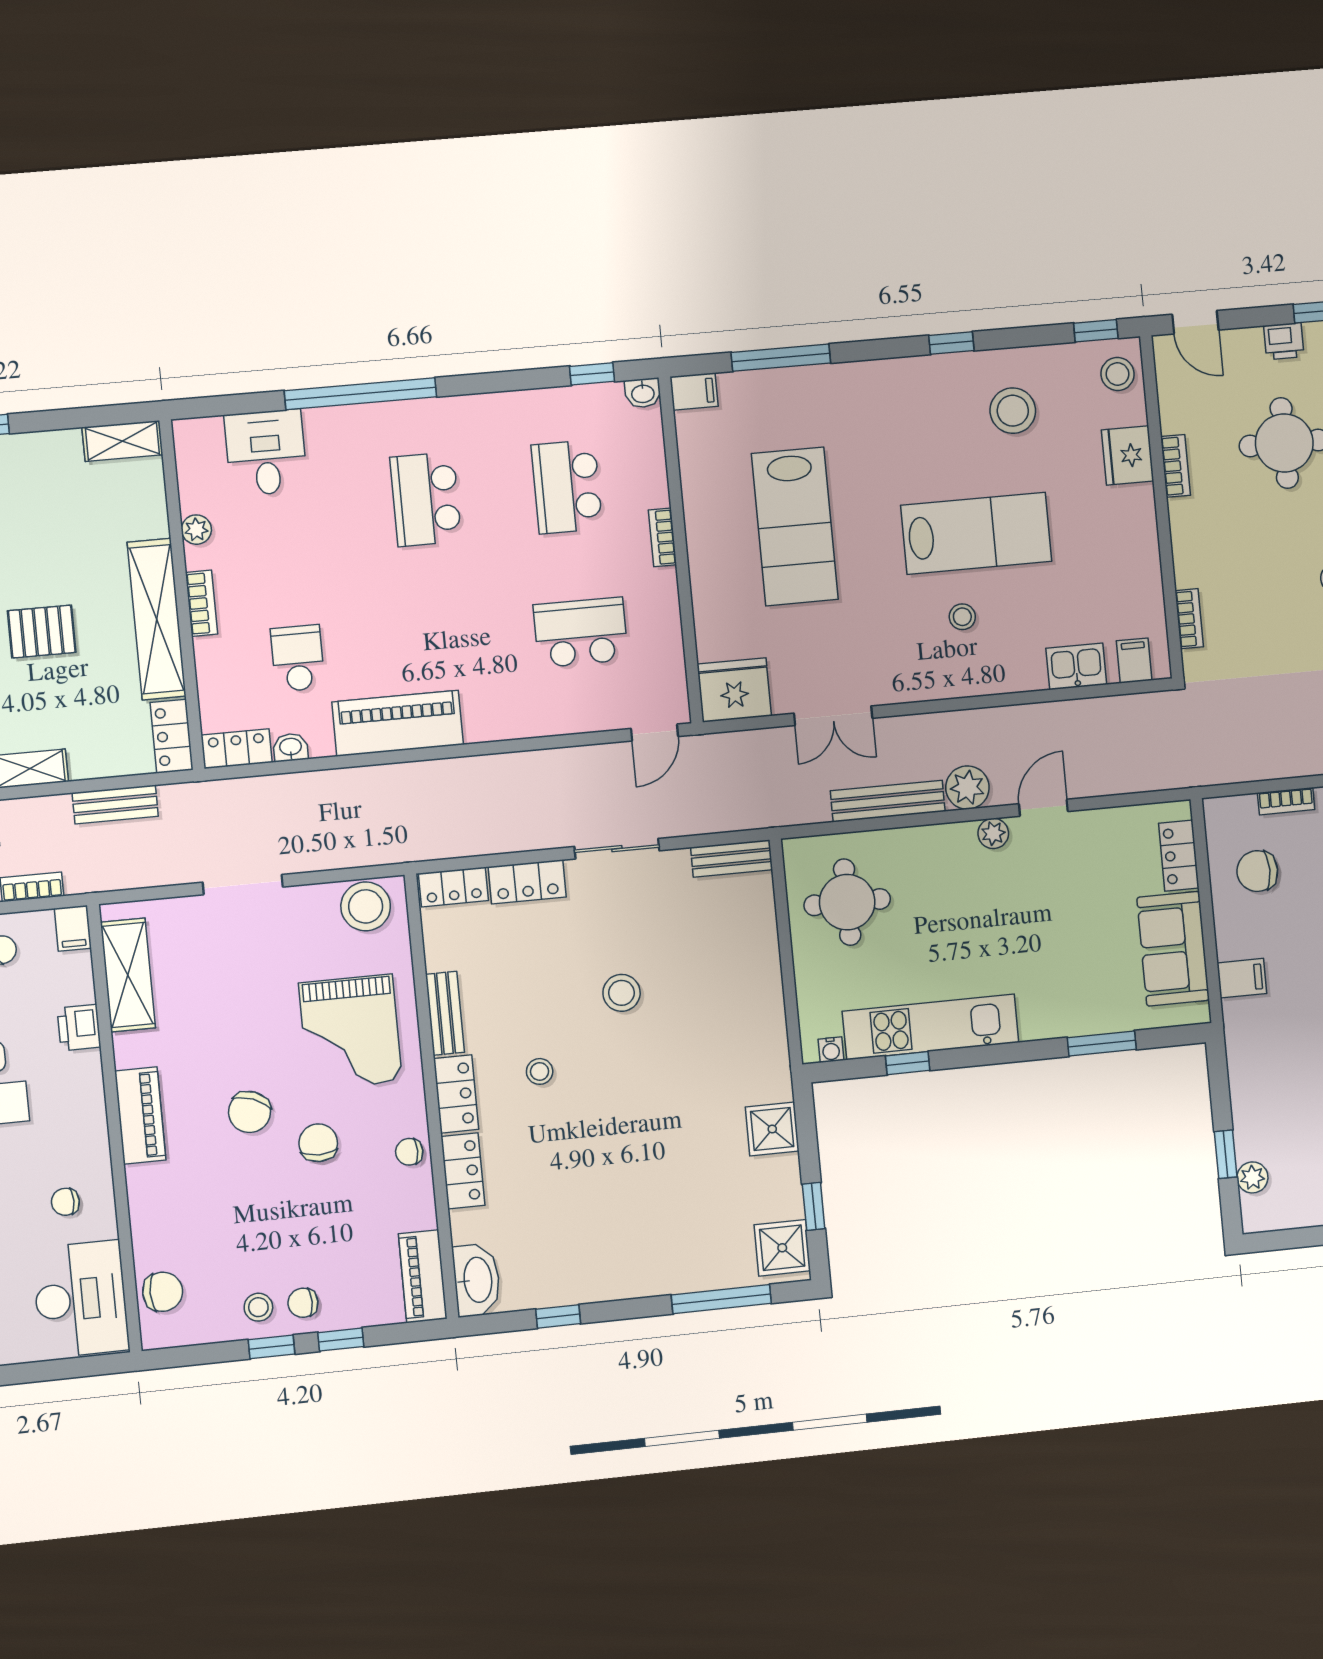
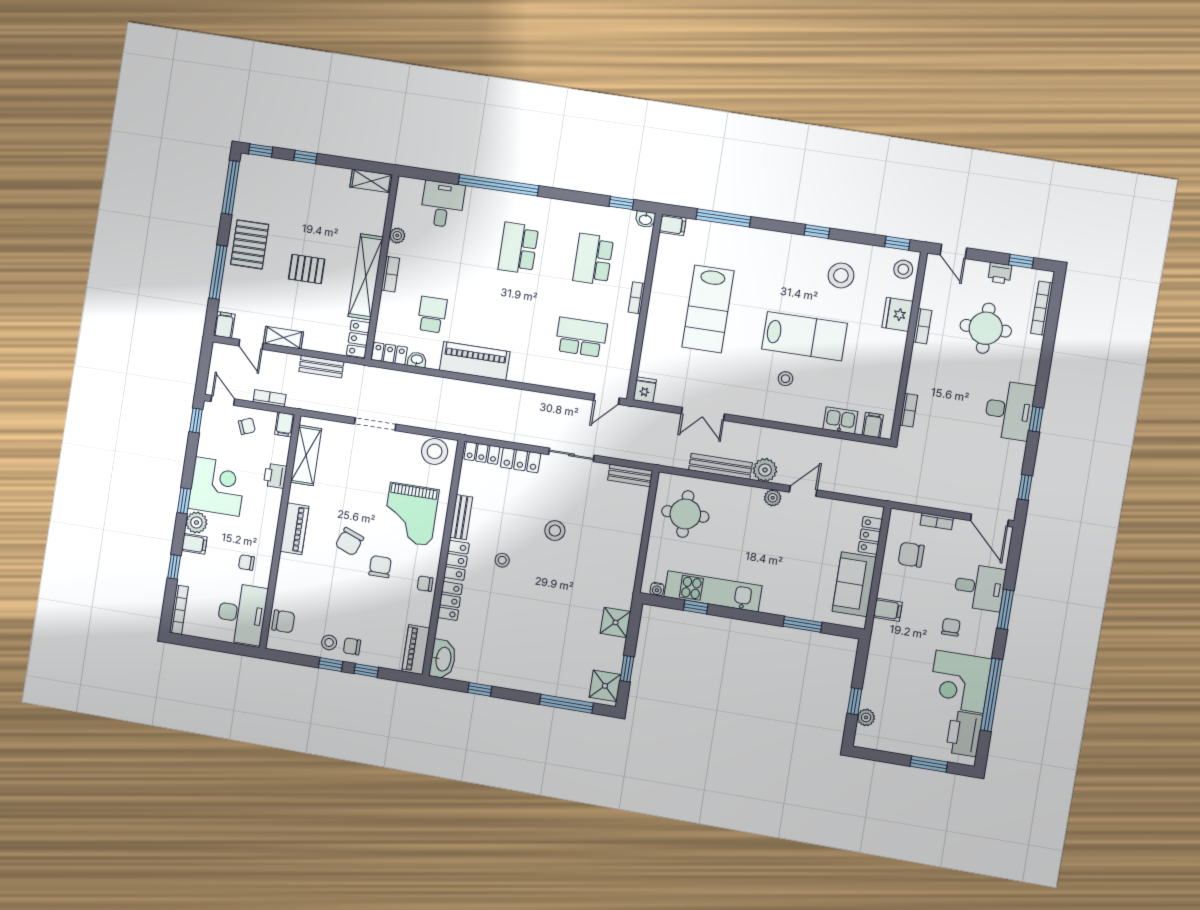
fridge: (734, 690) -> (645, 390), width x0.53, depth x0.75

